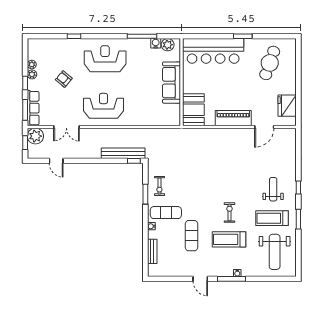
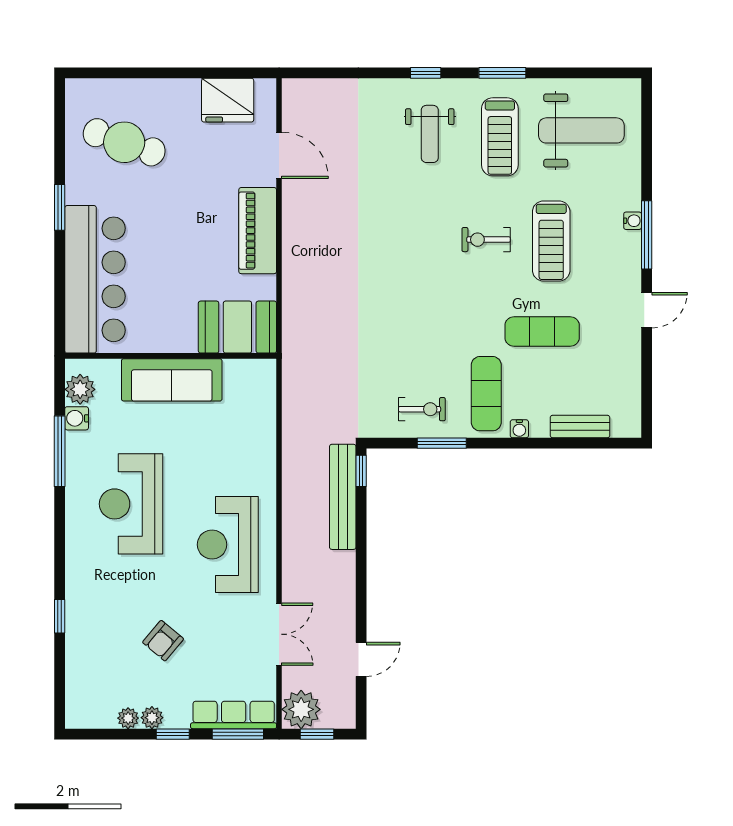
reception desk: (105, 59) -> (131, 504), moved
weight bench: (273, 189) -> (430, 134), turned -90

